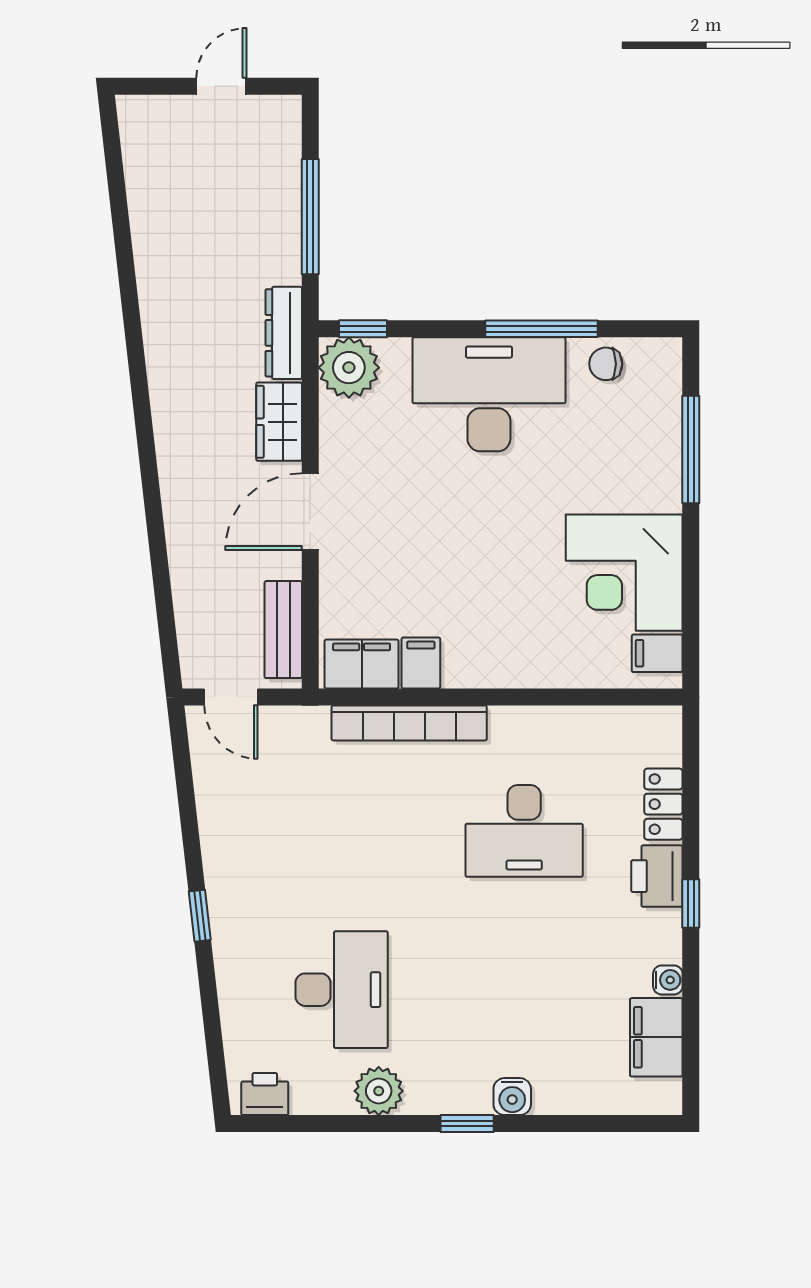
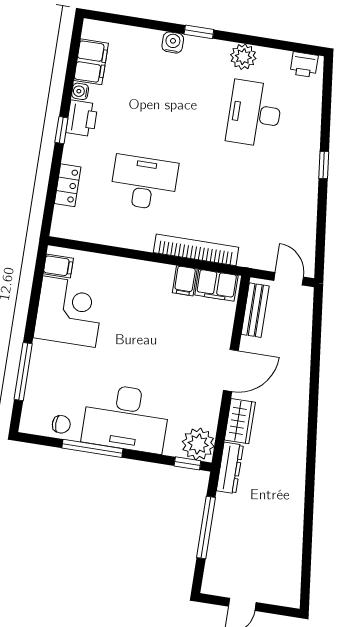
printer: (657, 876) -> (82, 118), moved

